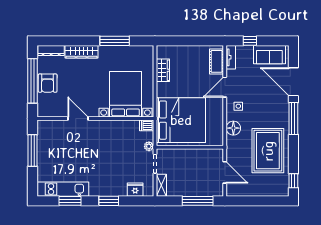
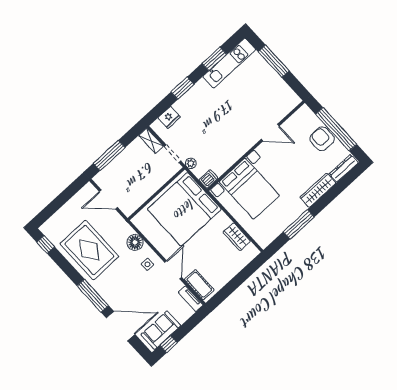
window: (250, 41) -> (169, 344), moved
window: (33, 151) -> (274, 61), moved

